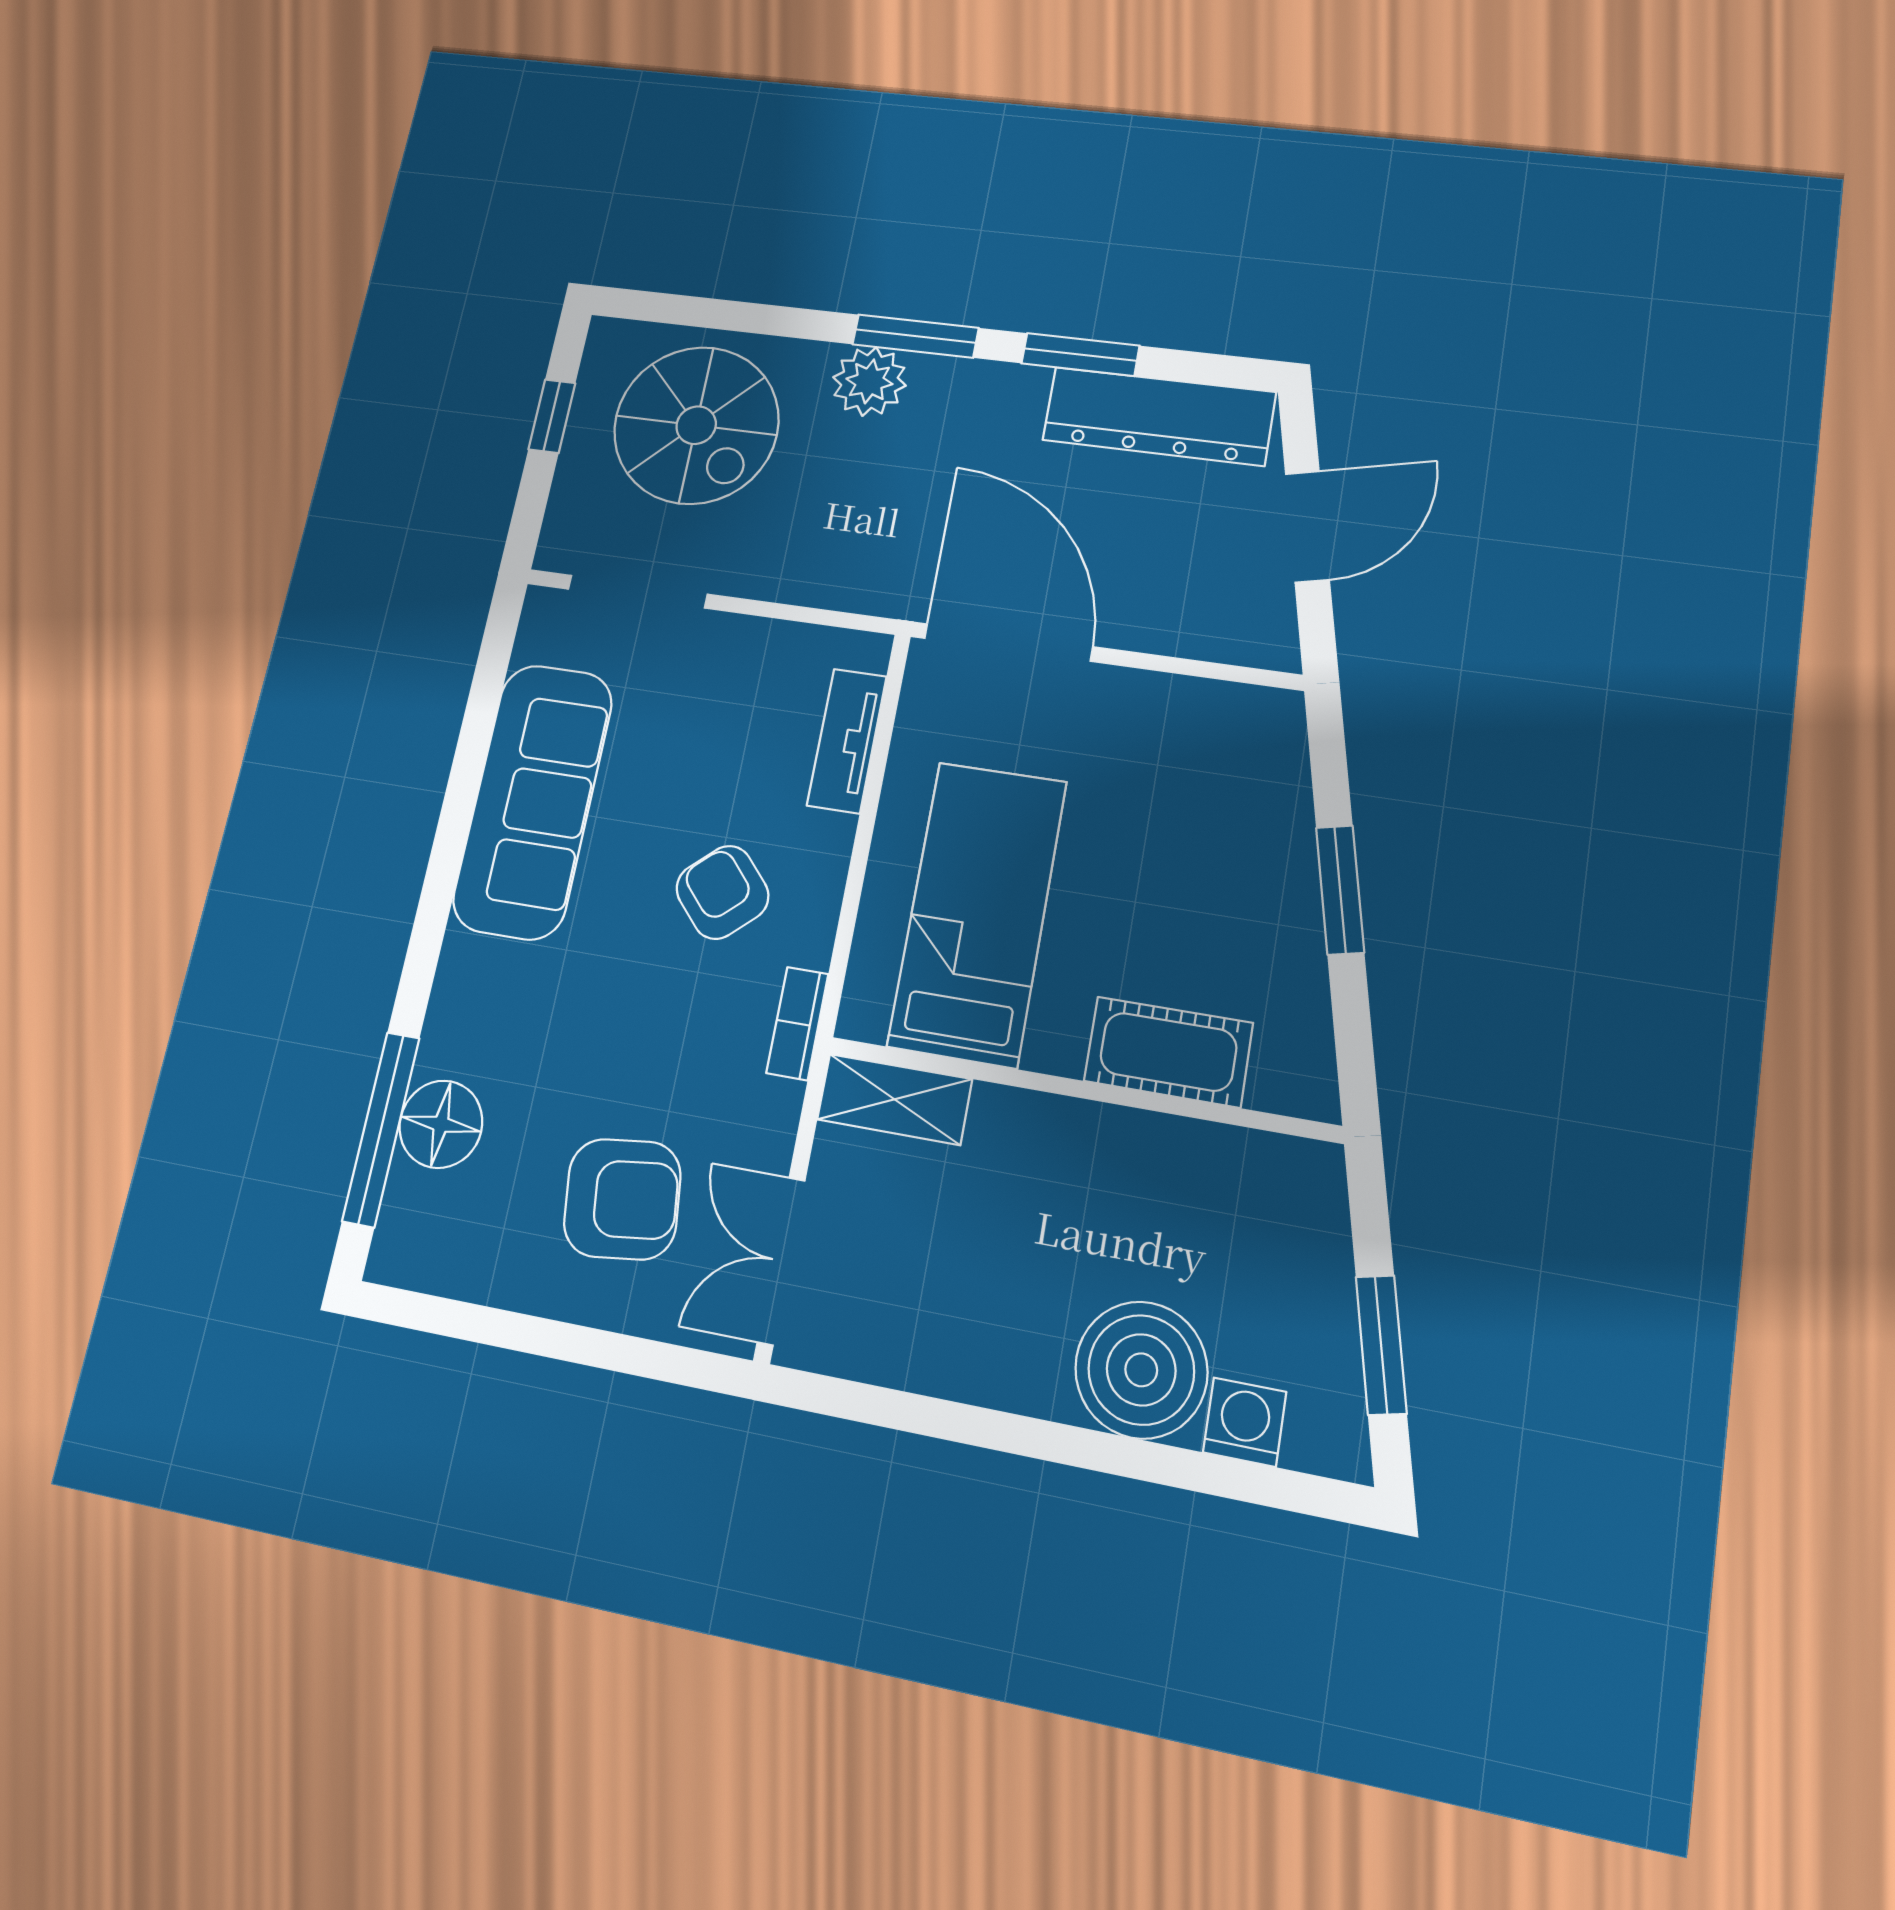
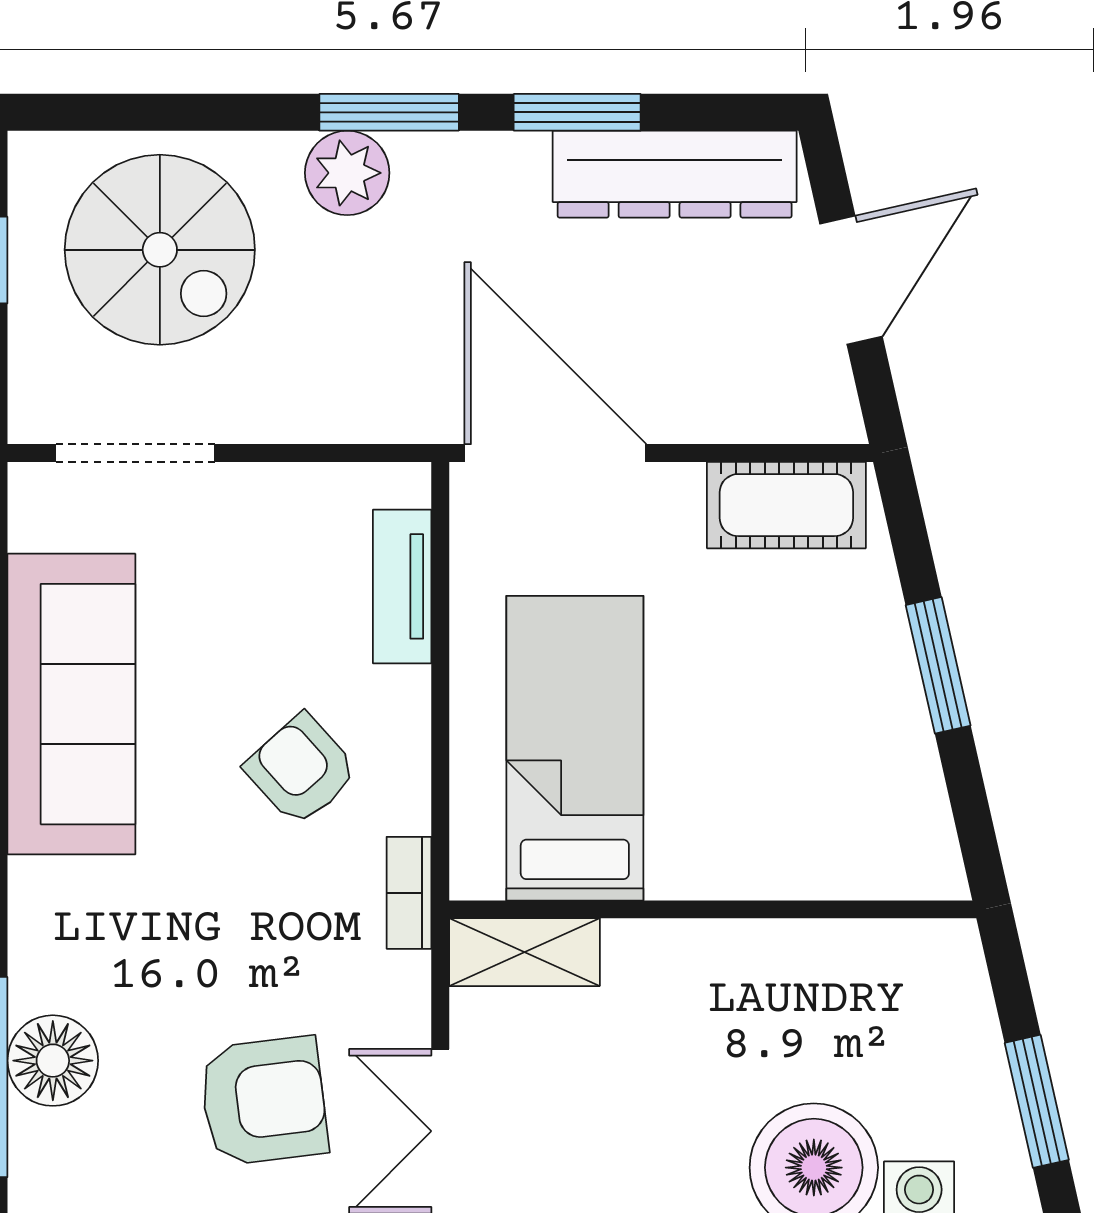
cot: (1168, 1052) -> (786, 505), moved

